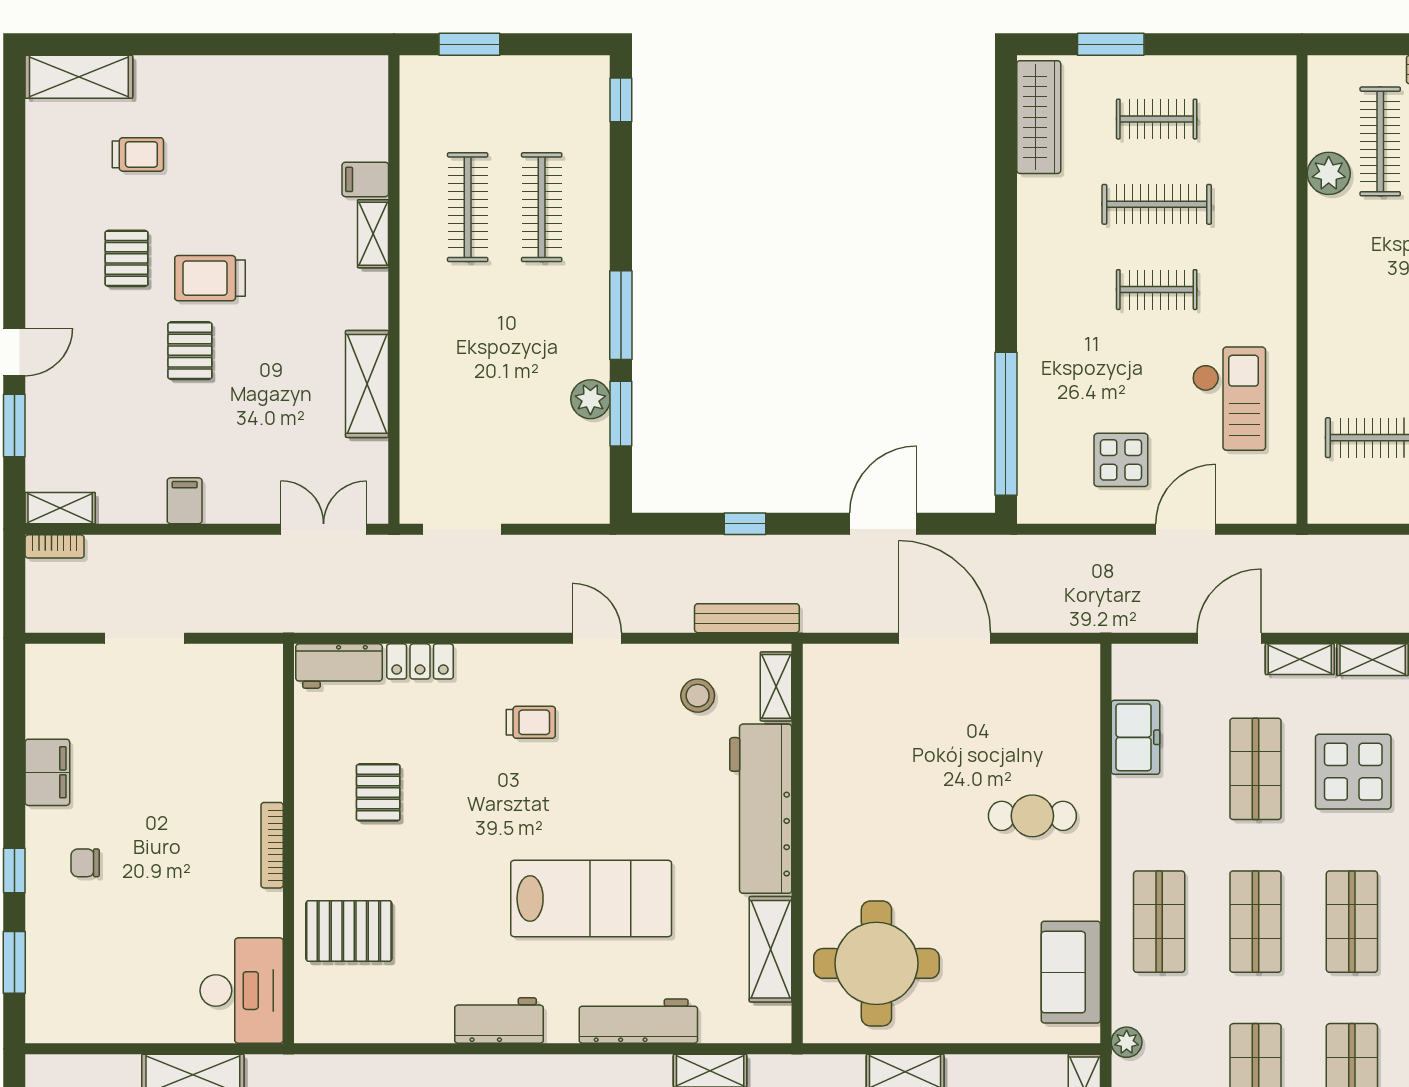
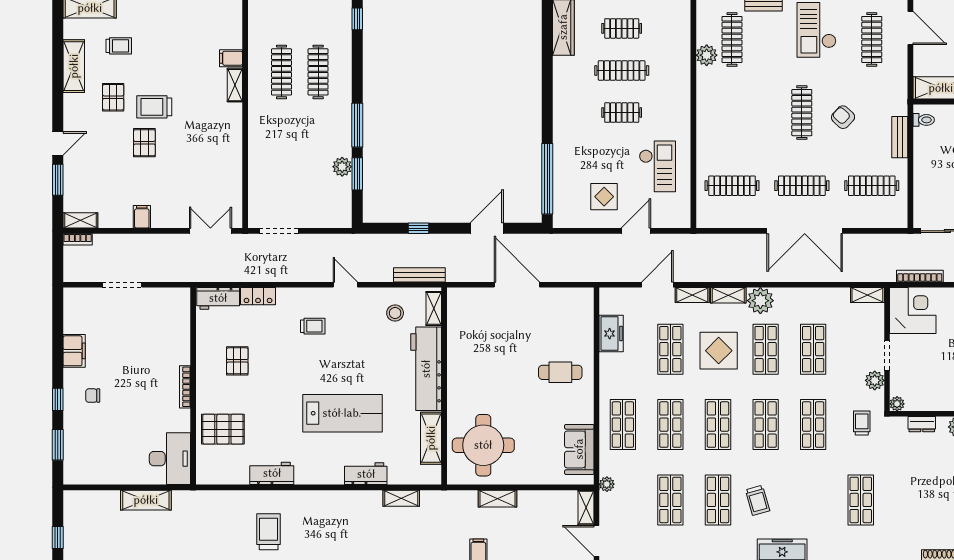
shelving: (367, 384) -> (74, 66), moved
workbench: (499, 1020) -> (272, 473), moved
workbench: (638, 1021) -> (366, 474), width x0.73

